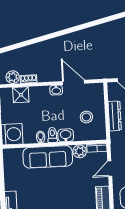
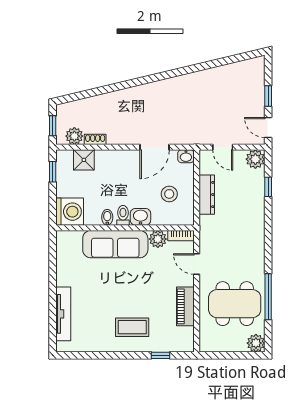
door: (74, 82) -> (155, 147), swing flipped
washbasin: (56, 90) -> (186, 156), moved
door: (110, 169) -> (197, 264), hinge flipped

